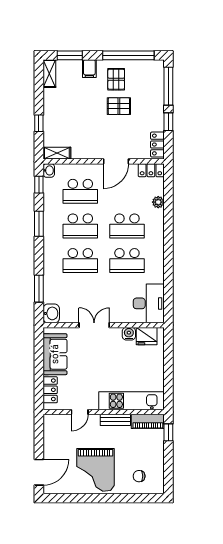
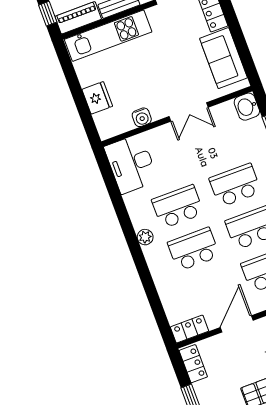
plant: (158, 202) -> (145, 237), moved
fridge: (147, 336) -> (97, 98), moved, turned 90

